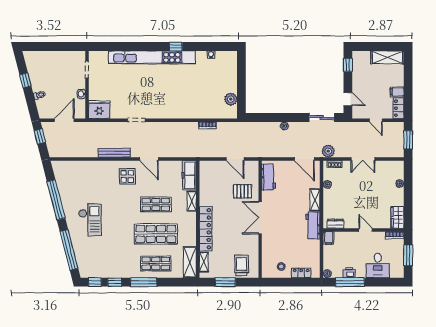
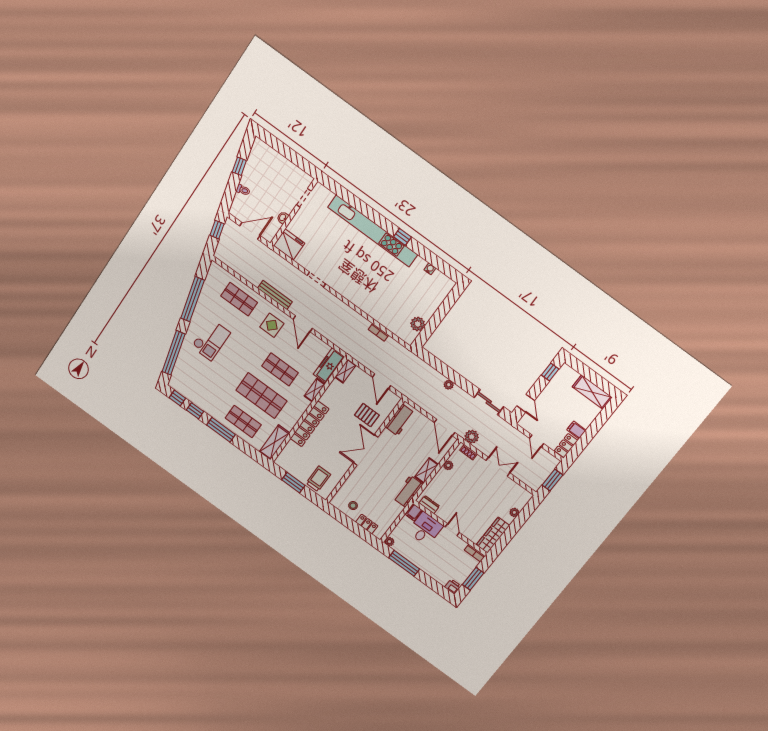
double door: (363, 159) -> (498, 467), swing flipped
shop shelf: (90, 175) -> (239, 299), added
wardrobe: (397, 217) -> (493, 535), width x1.50
shelving: (204, 262) -> (345, 371), moved
desk: (378, 265) -> (425, 529), moved, turned 180
printer: (349, 273) -> (453, 587), moved

